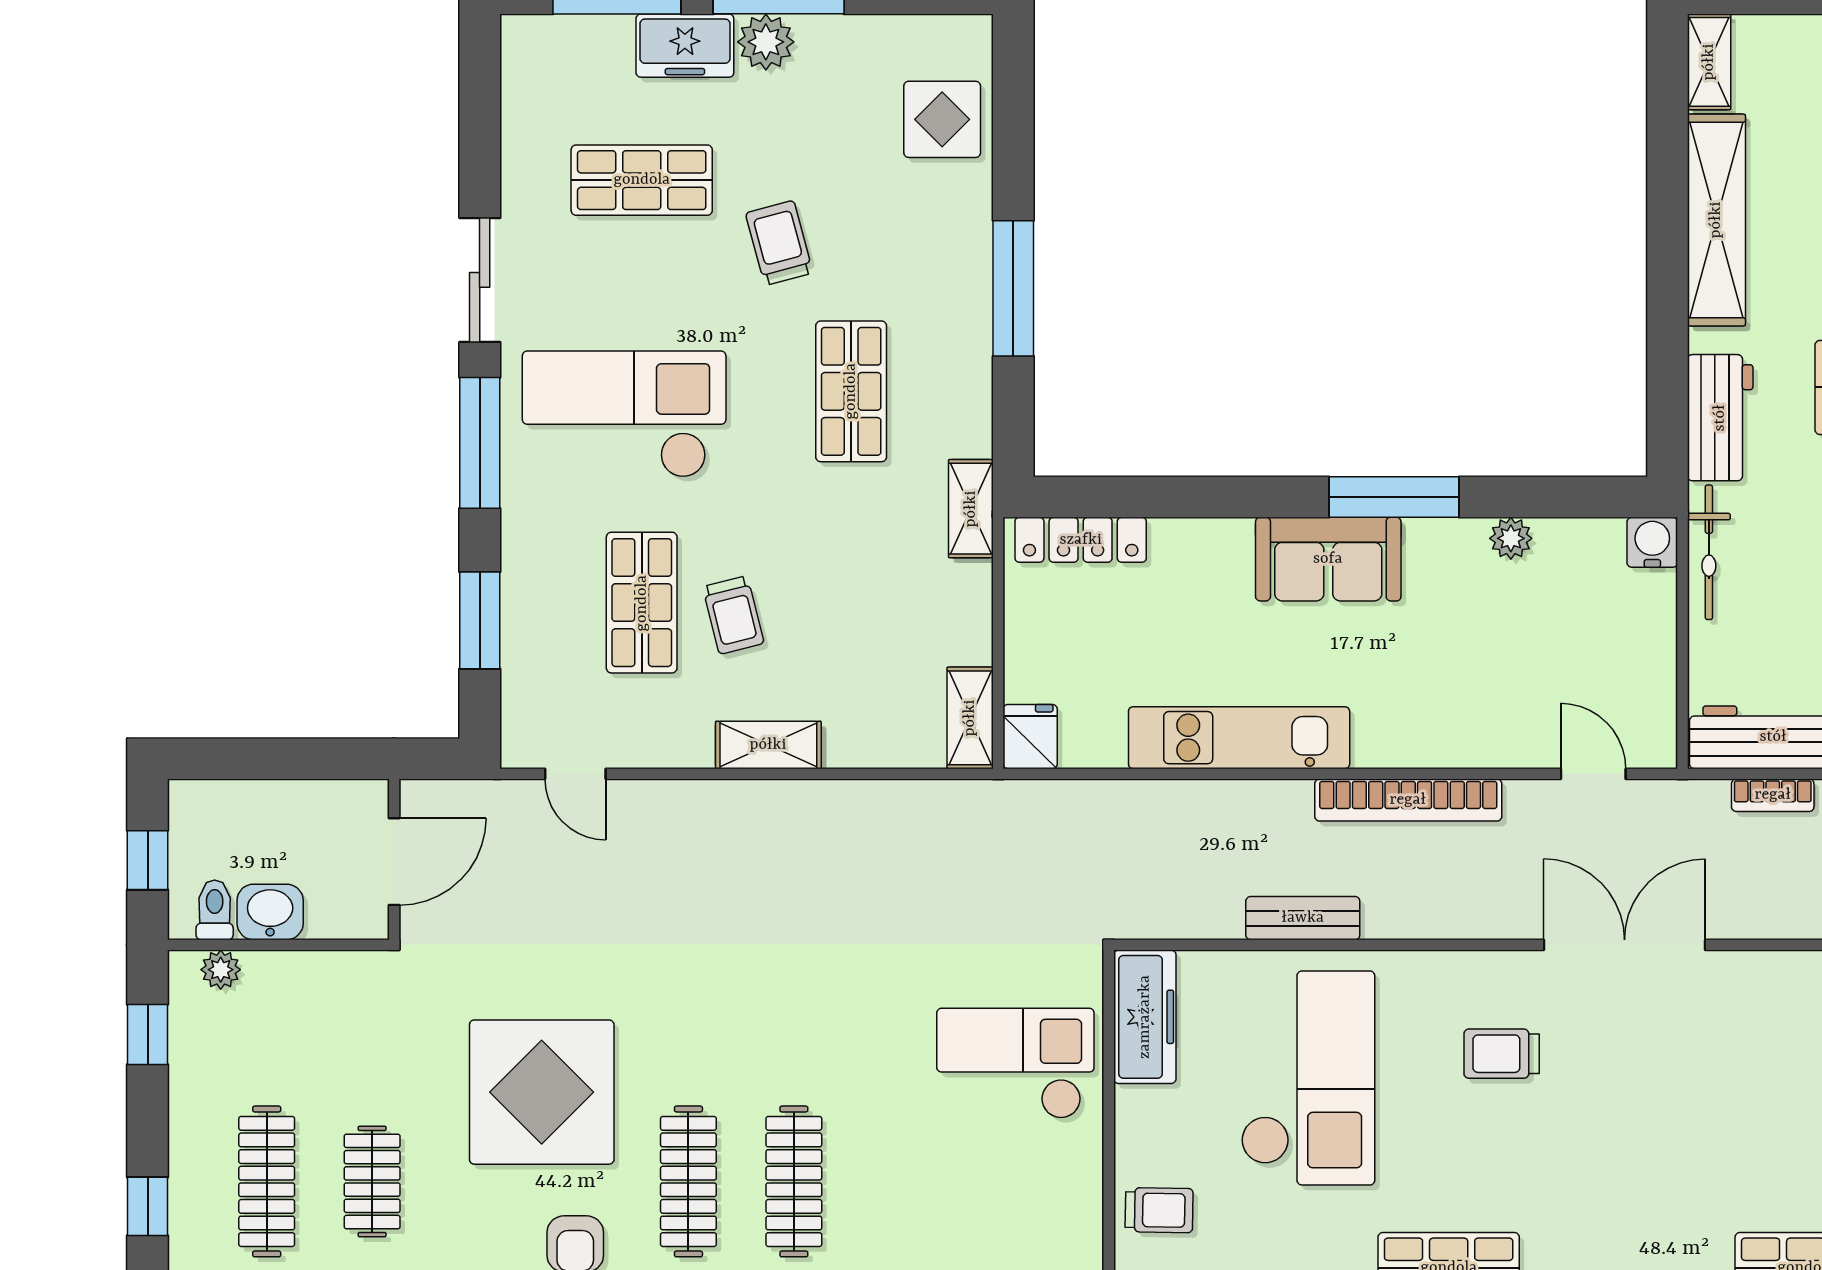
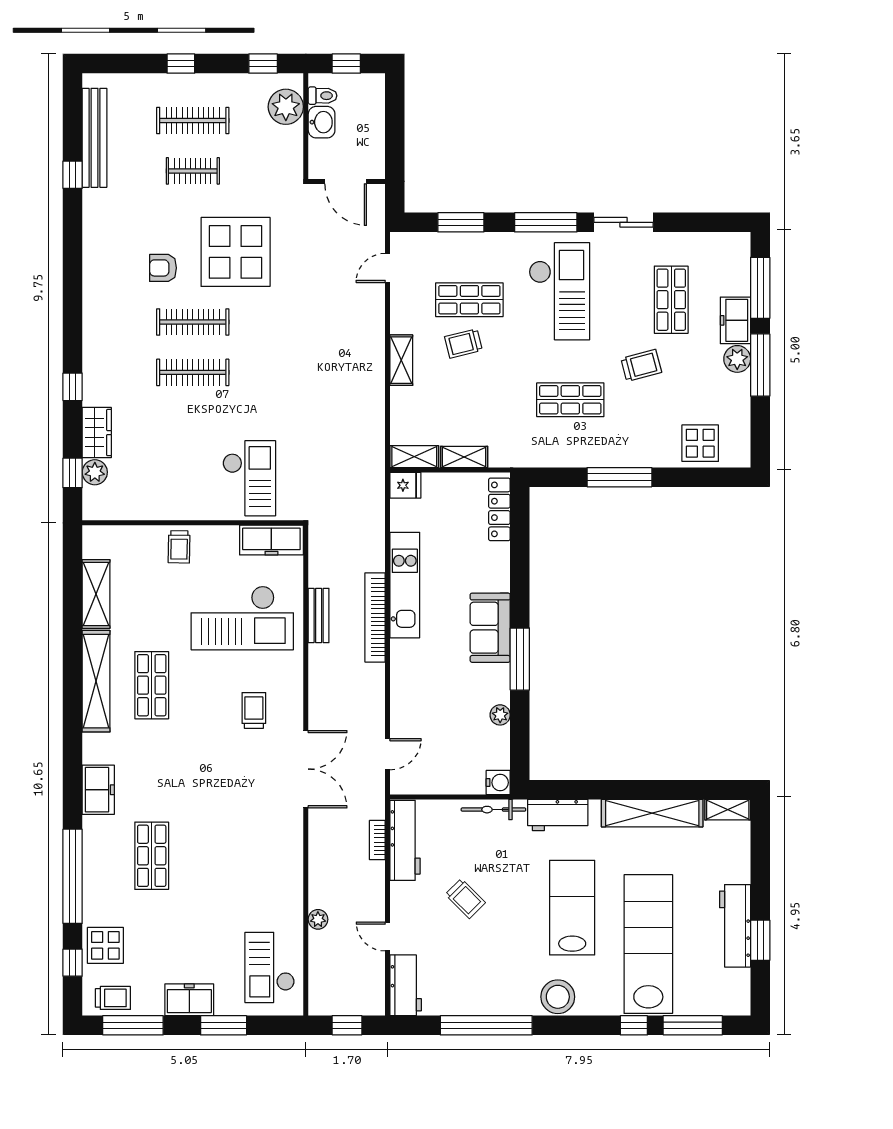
shelving: (971, 509) -> (464, 457), moved
bookcase: (1408, 800) -> (375, 617), moved
plant: (221, 970) -> (286, 107), width x1.88, depth x1.88

